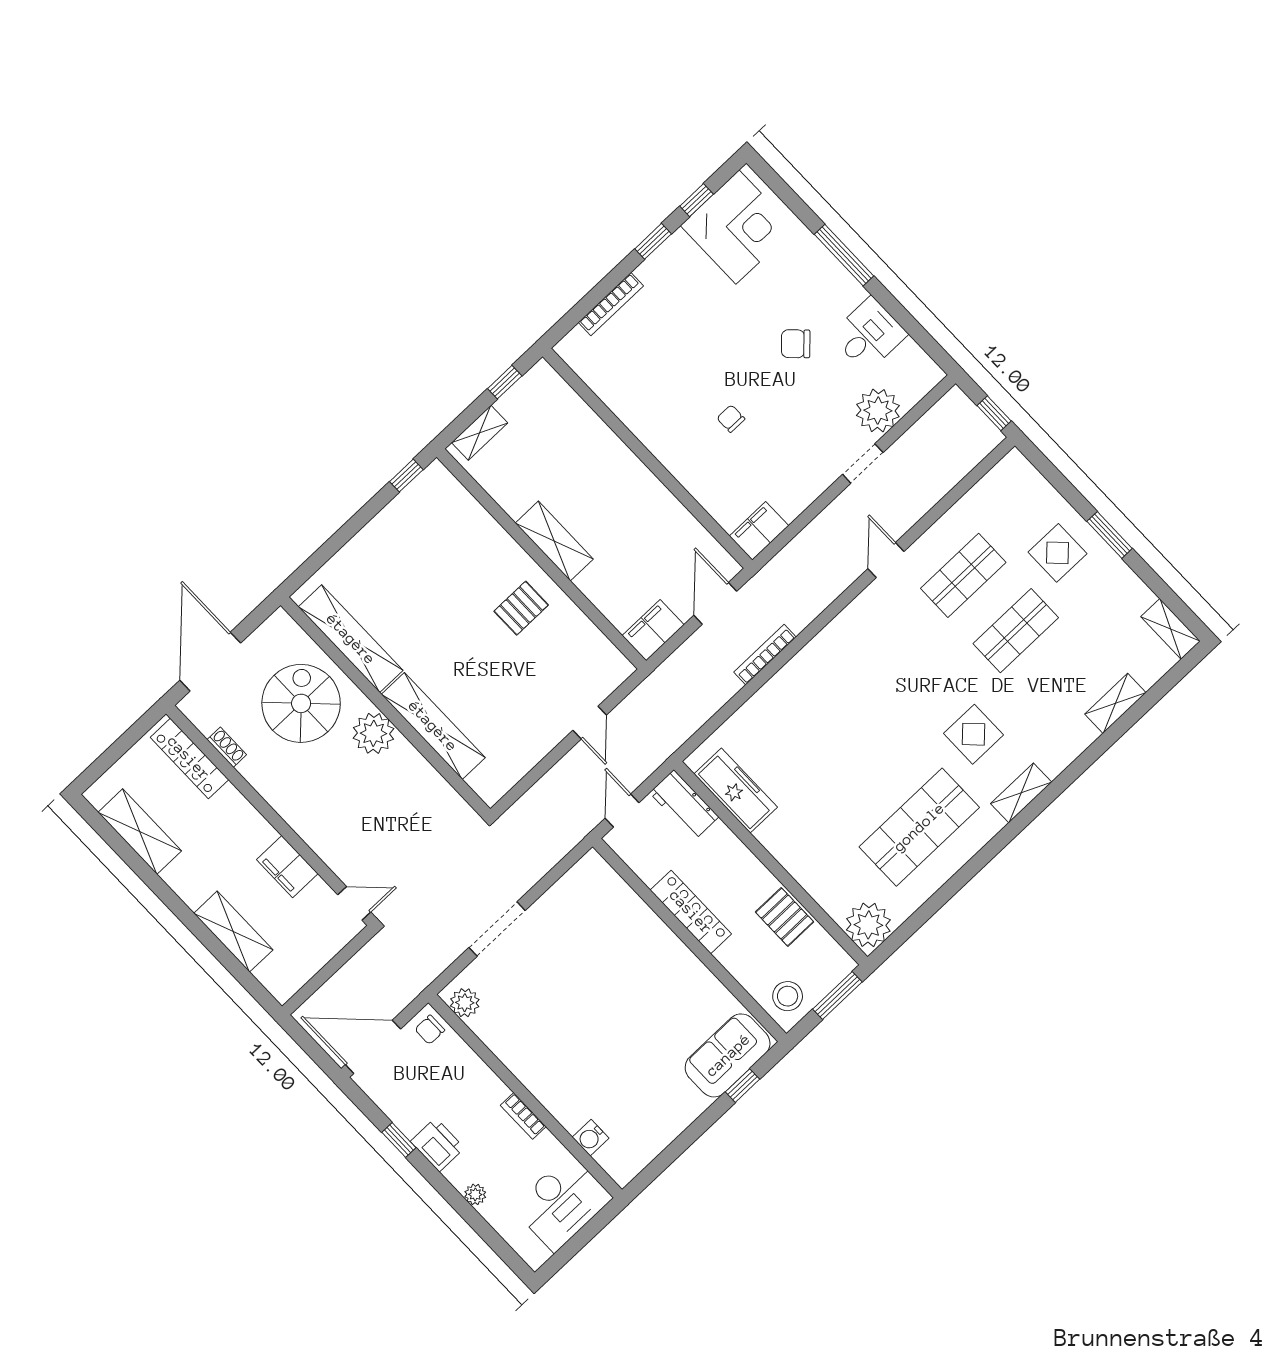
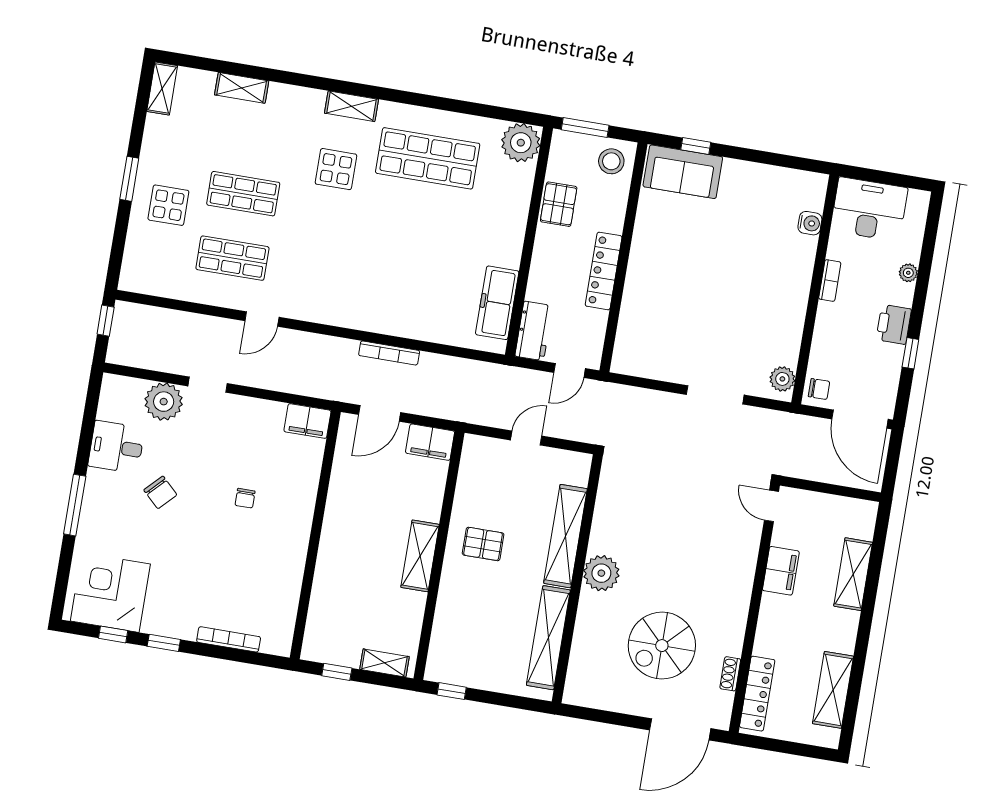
shelving: (351, 639) -> (548, 638), moved
wall: (385, 707) -> (577, 579), moved
shelving: (433, 726) -> (565, 536), moved
plant: (374, 733) -> (601, 573), moved

